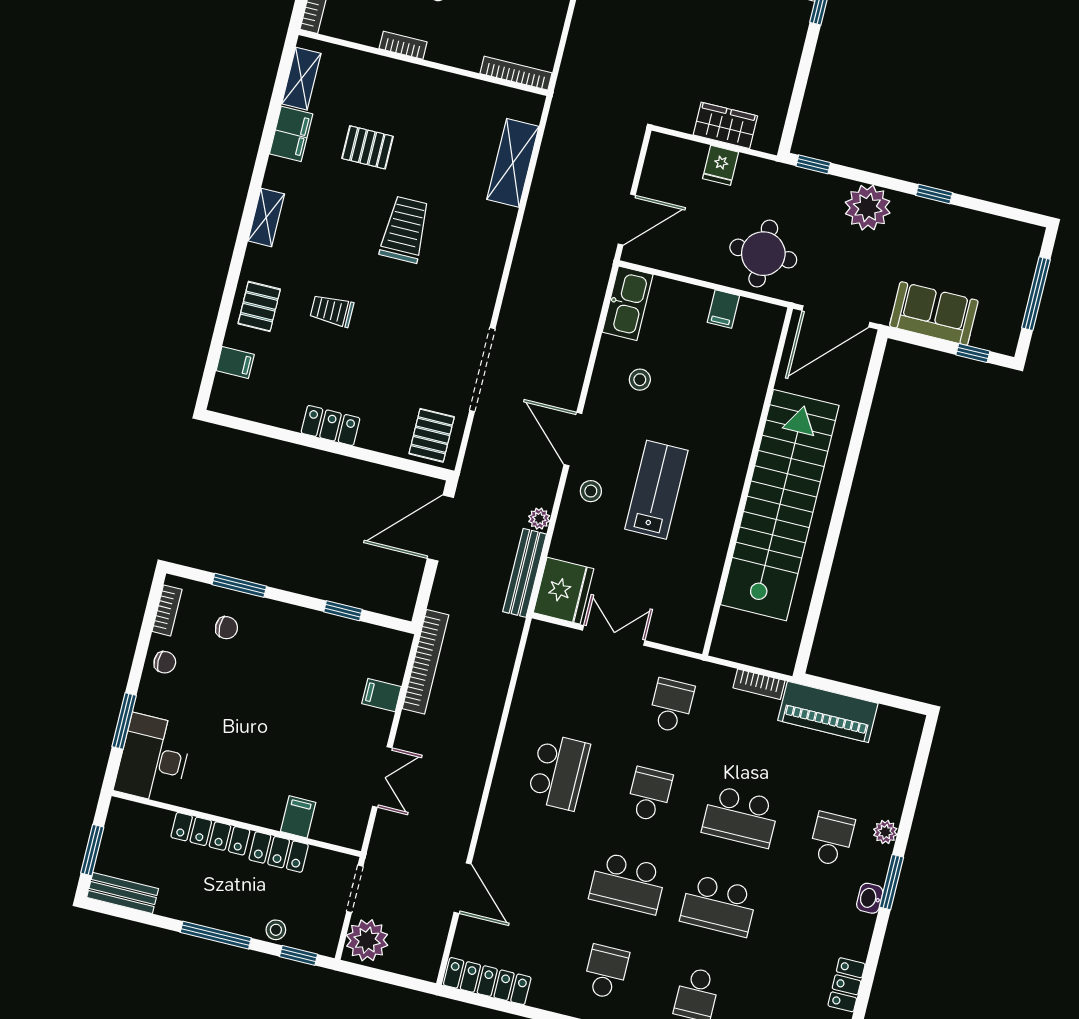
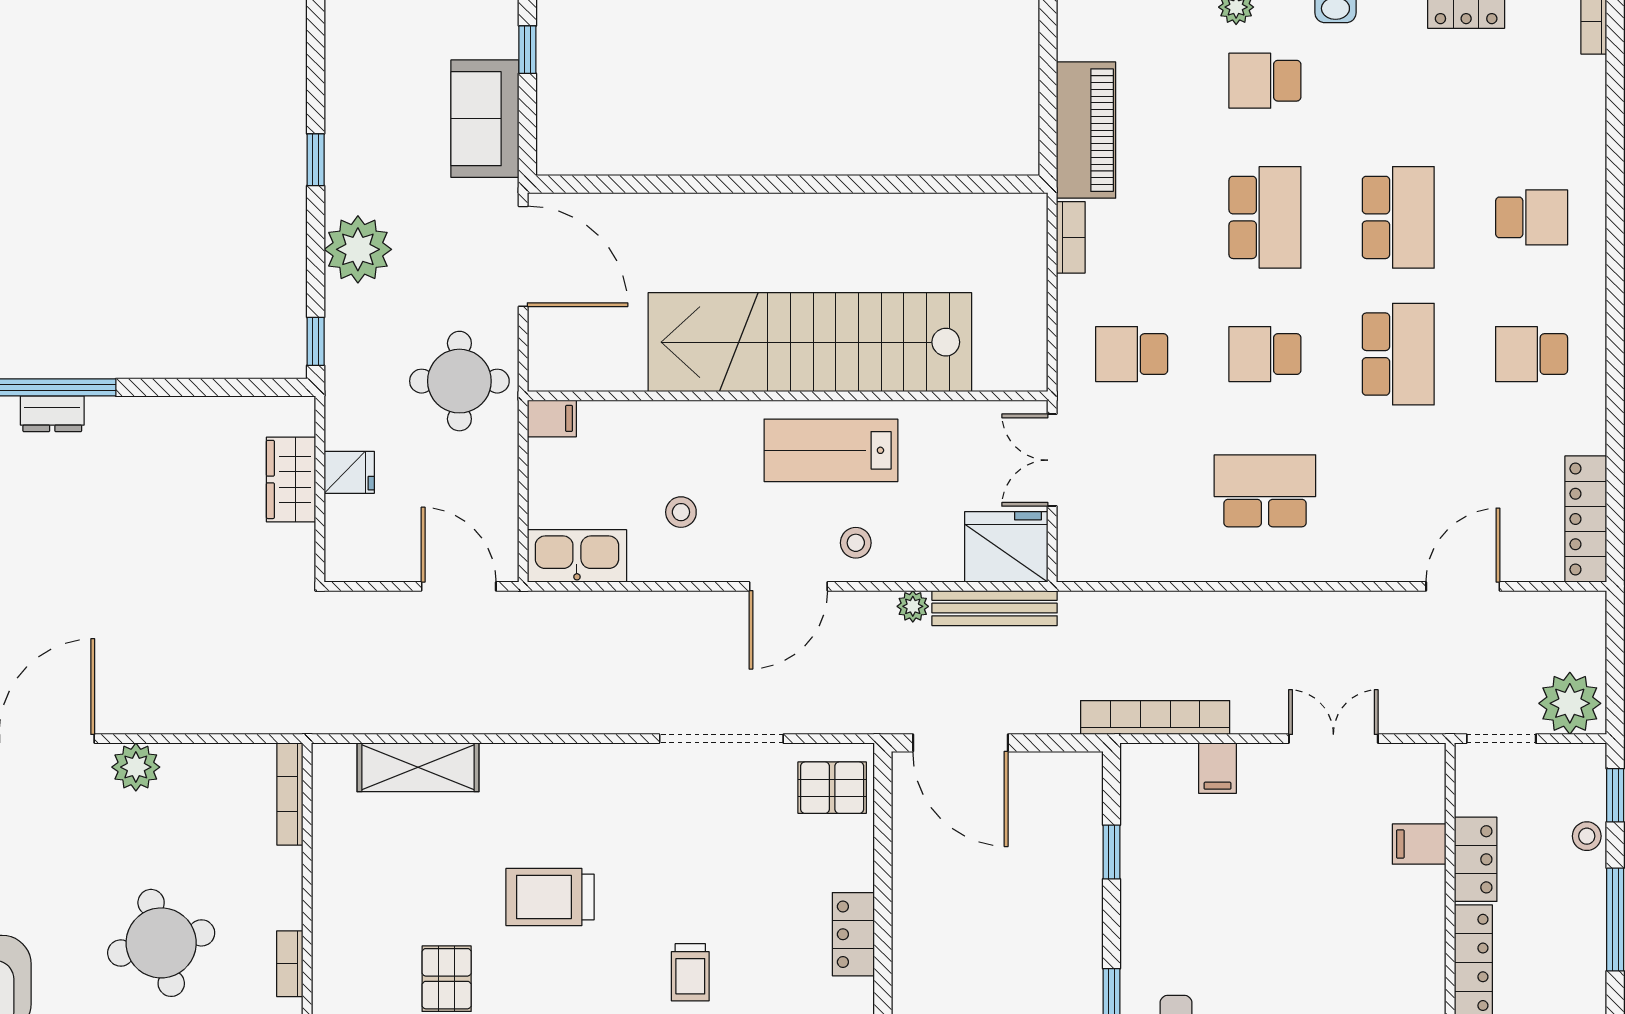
wall: (748, 482) -> (788, 396), moved
stairs: (780, 505) -> (810, 342), moved

